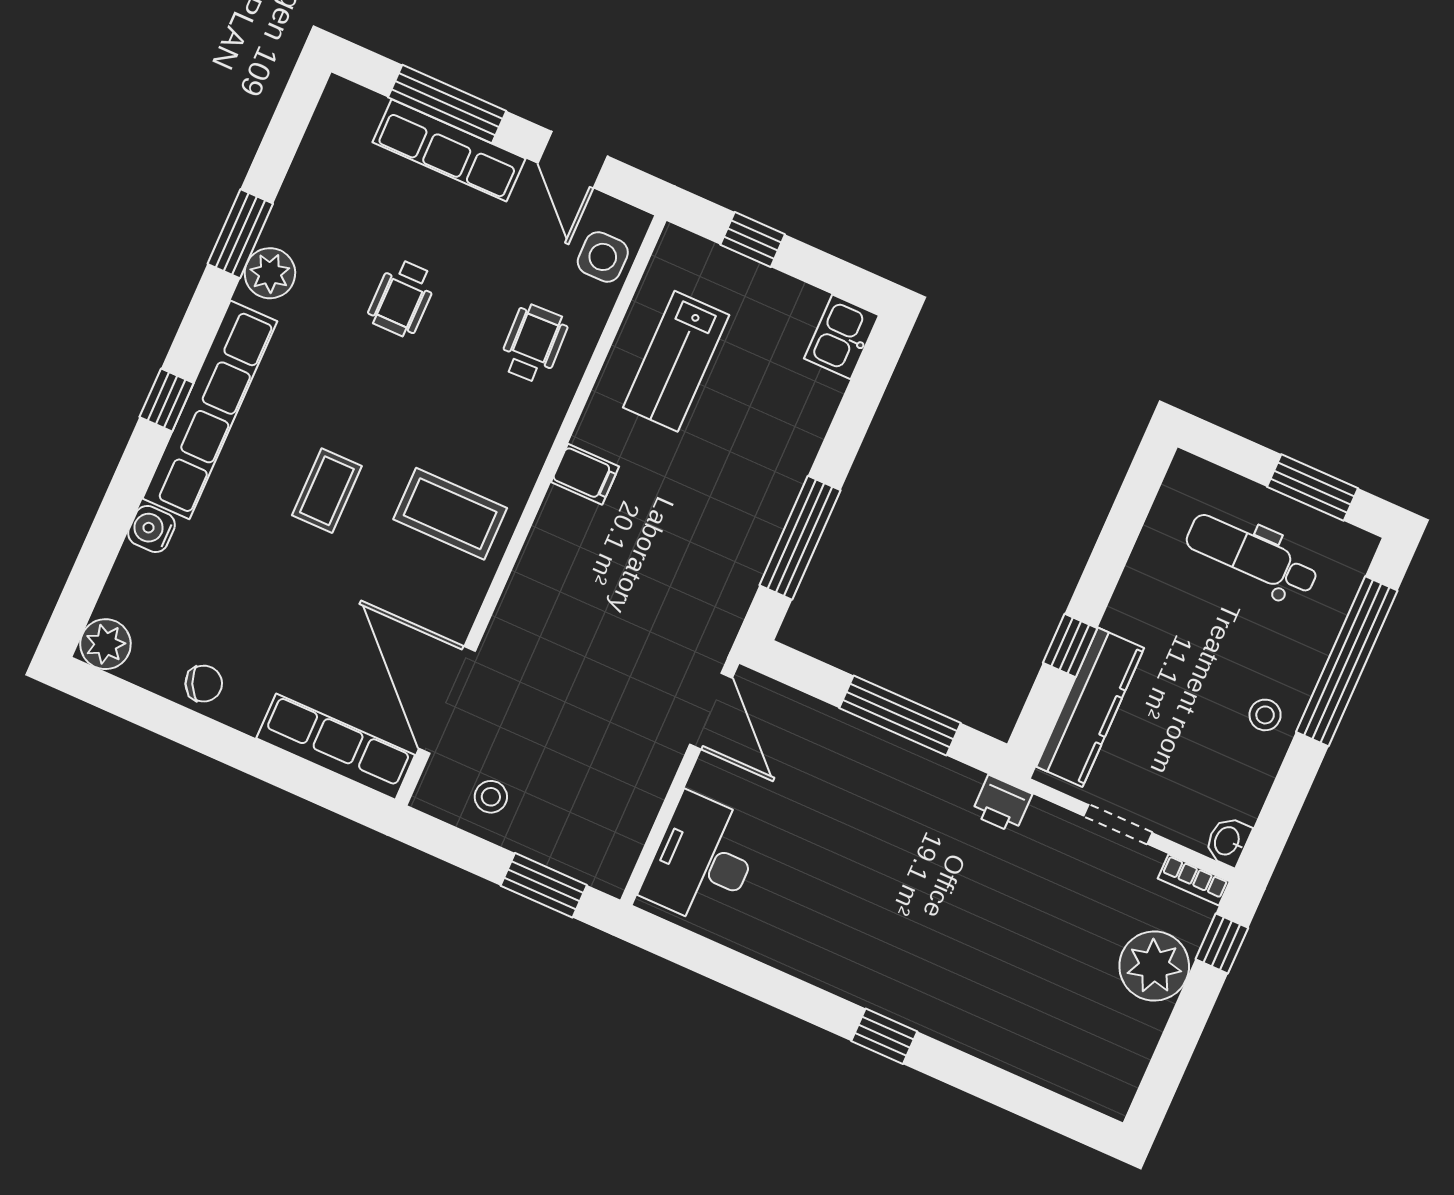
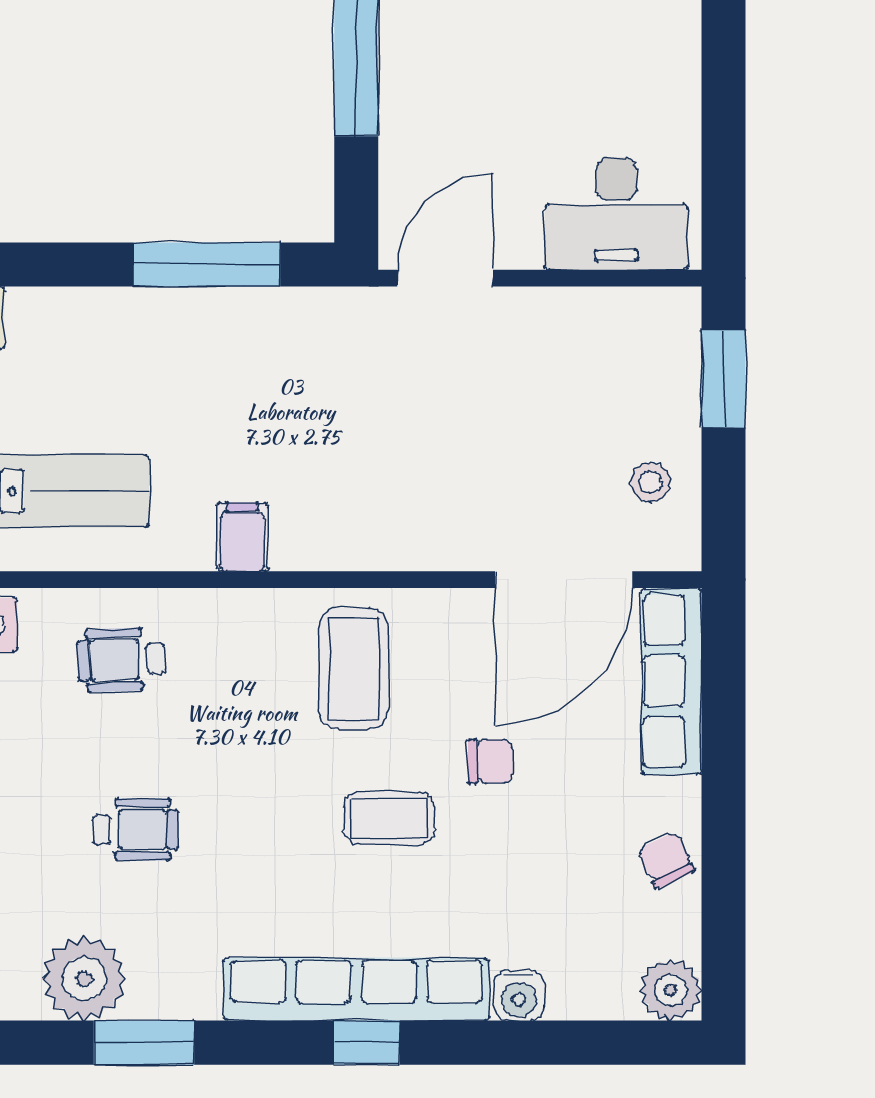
plant: (270, 273) -> (84, 979), moved, width x1.36, depth x1.36
chair: (336, 585) -> (490, 761), added

